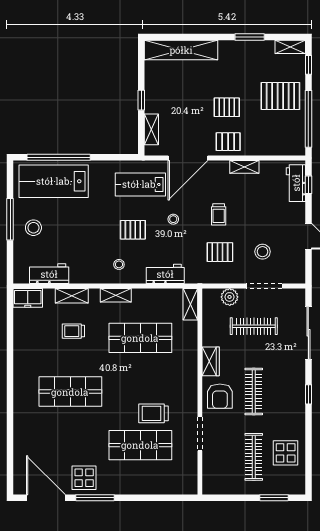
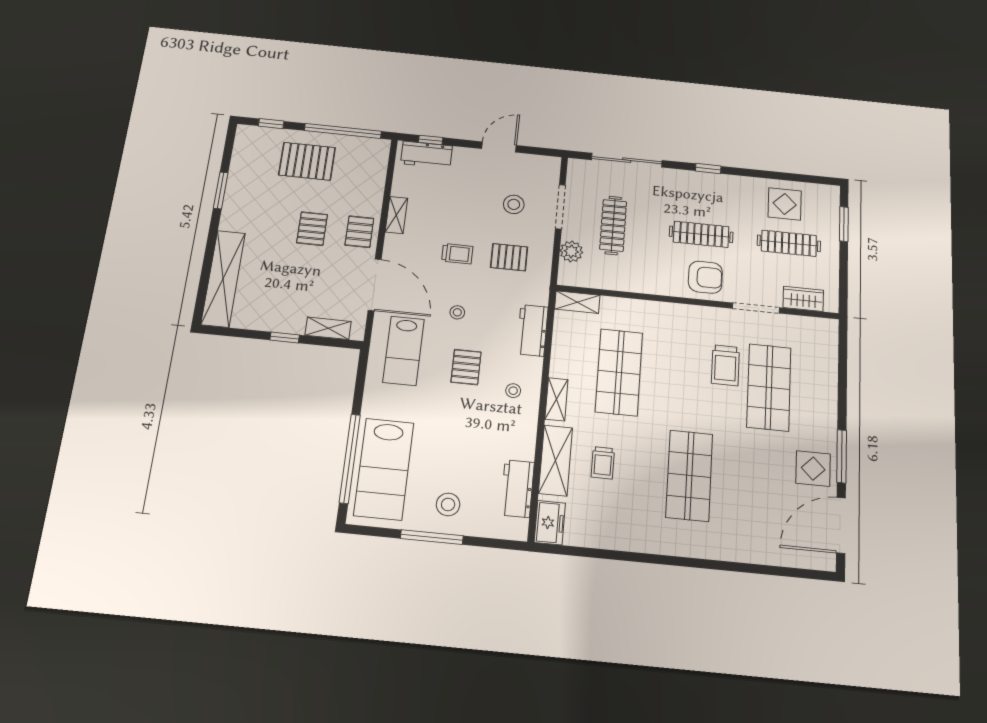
shelving: (290, 47) -> (243, 143), removed
pallet: (280, 96) -> (307, 161), turned 90
pallet: (220, 252) -> (509, 257), turned 90
shelving: (72, 296) -> (555, 460), width x1.50, depth x1.33
wardrobe: (211, 361) -> (803, 299), moved

